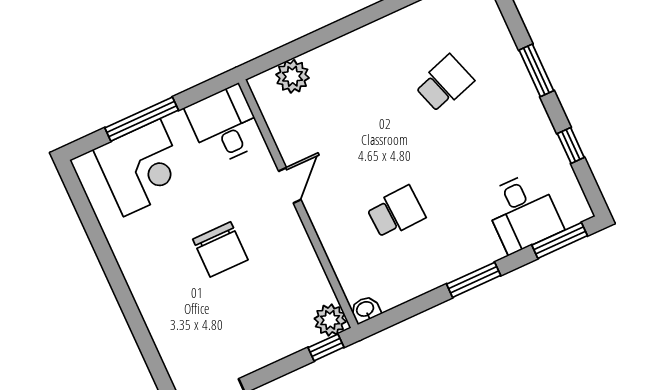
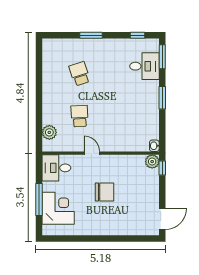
window: (571, 146) -> (138, 35), moved
school desk: (396, 212) -> (80, 116), moved

